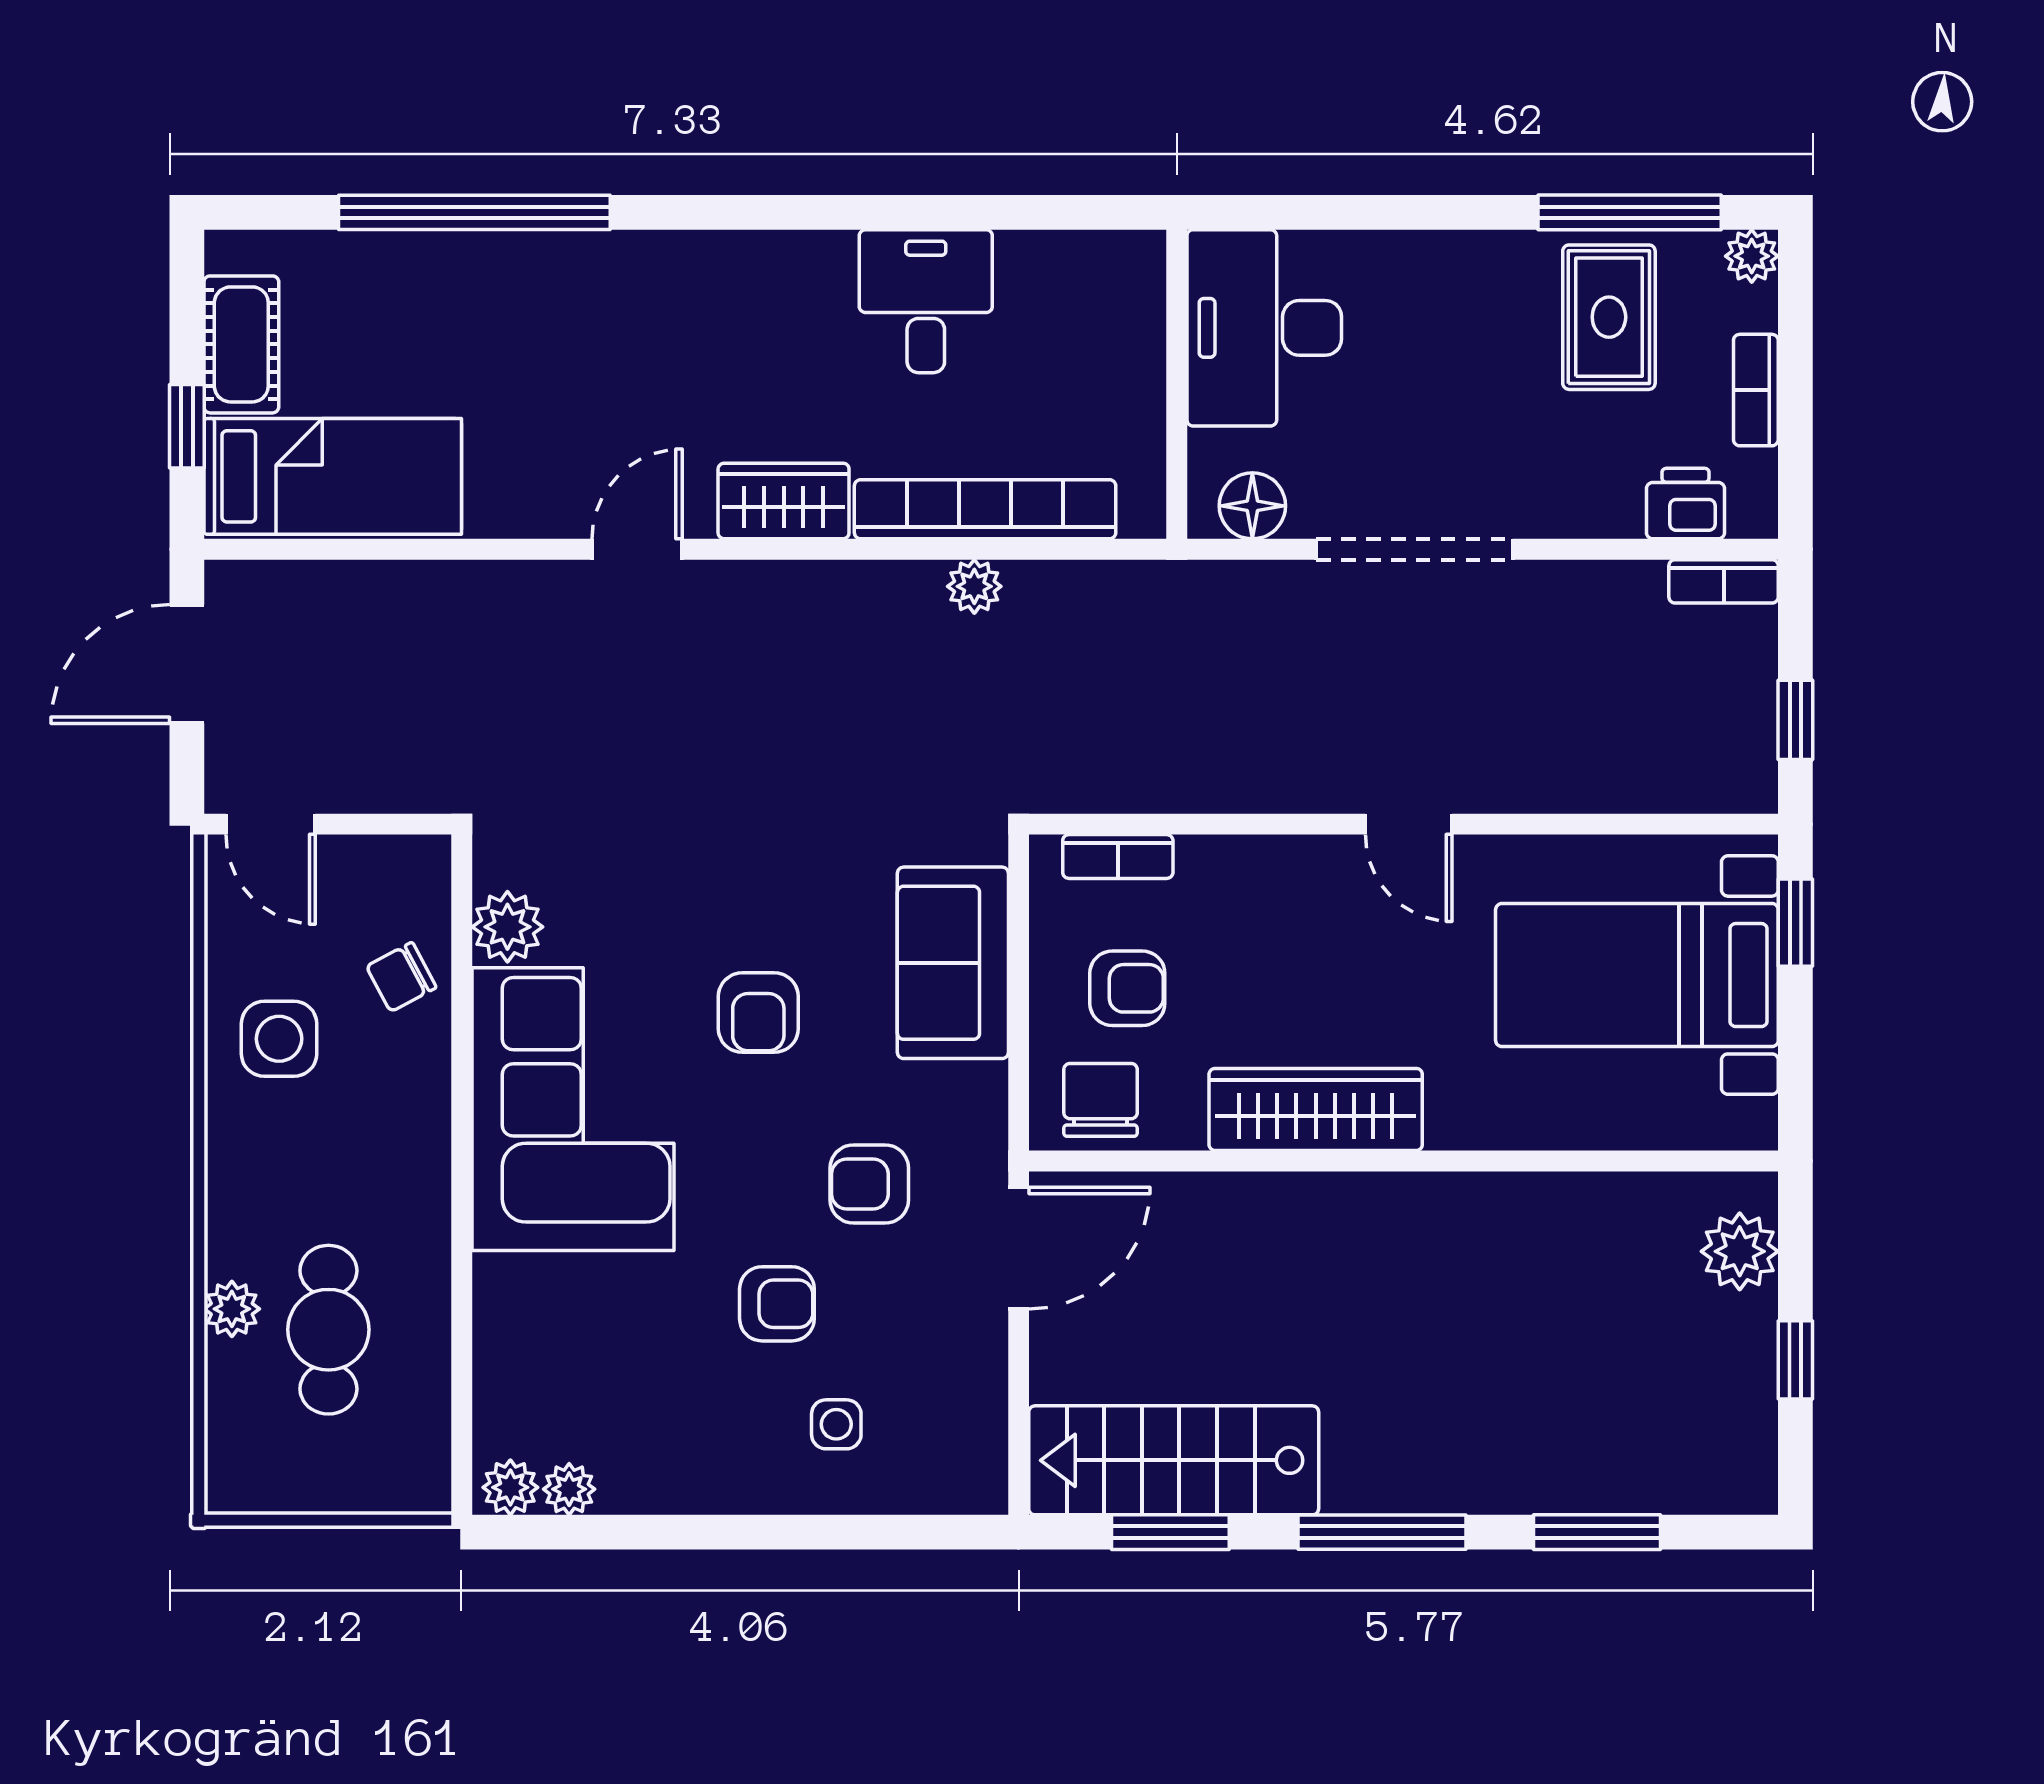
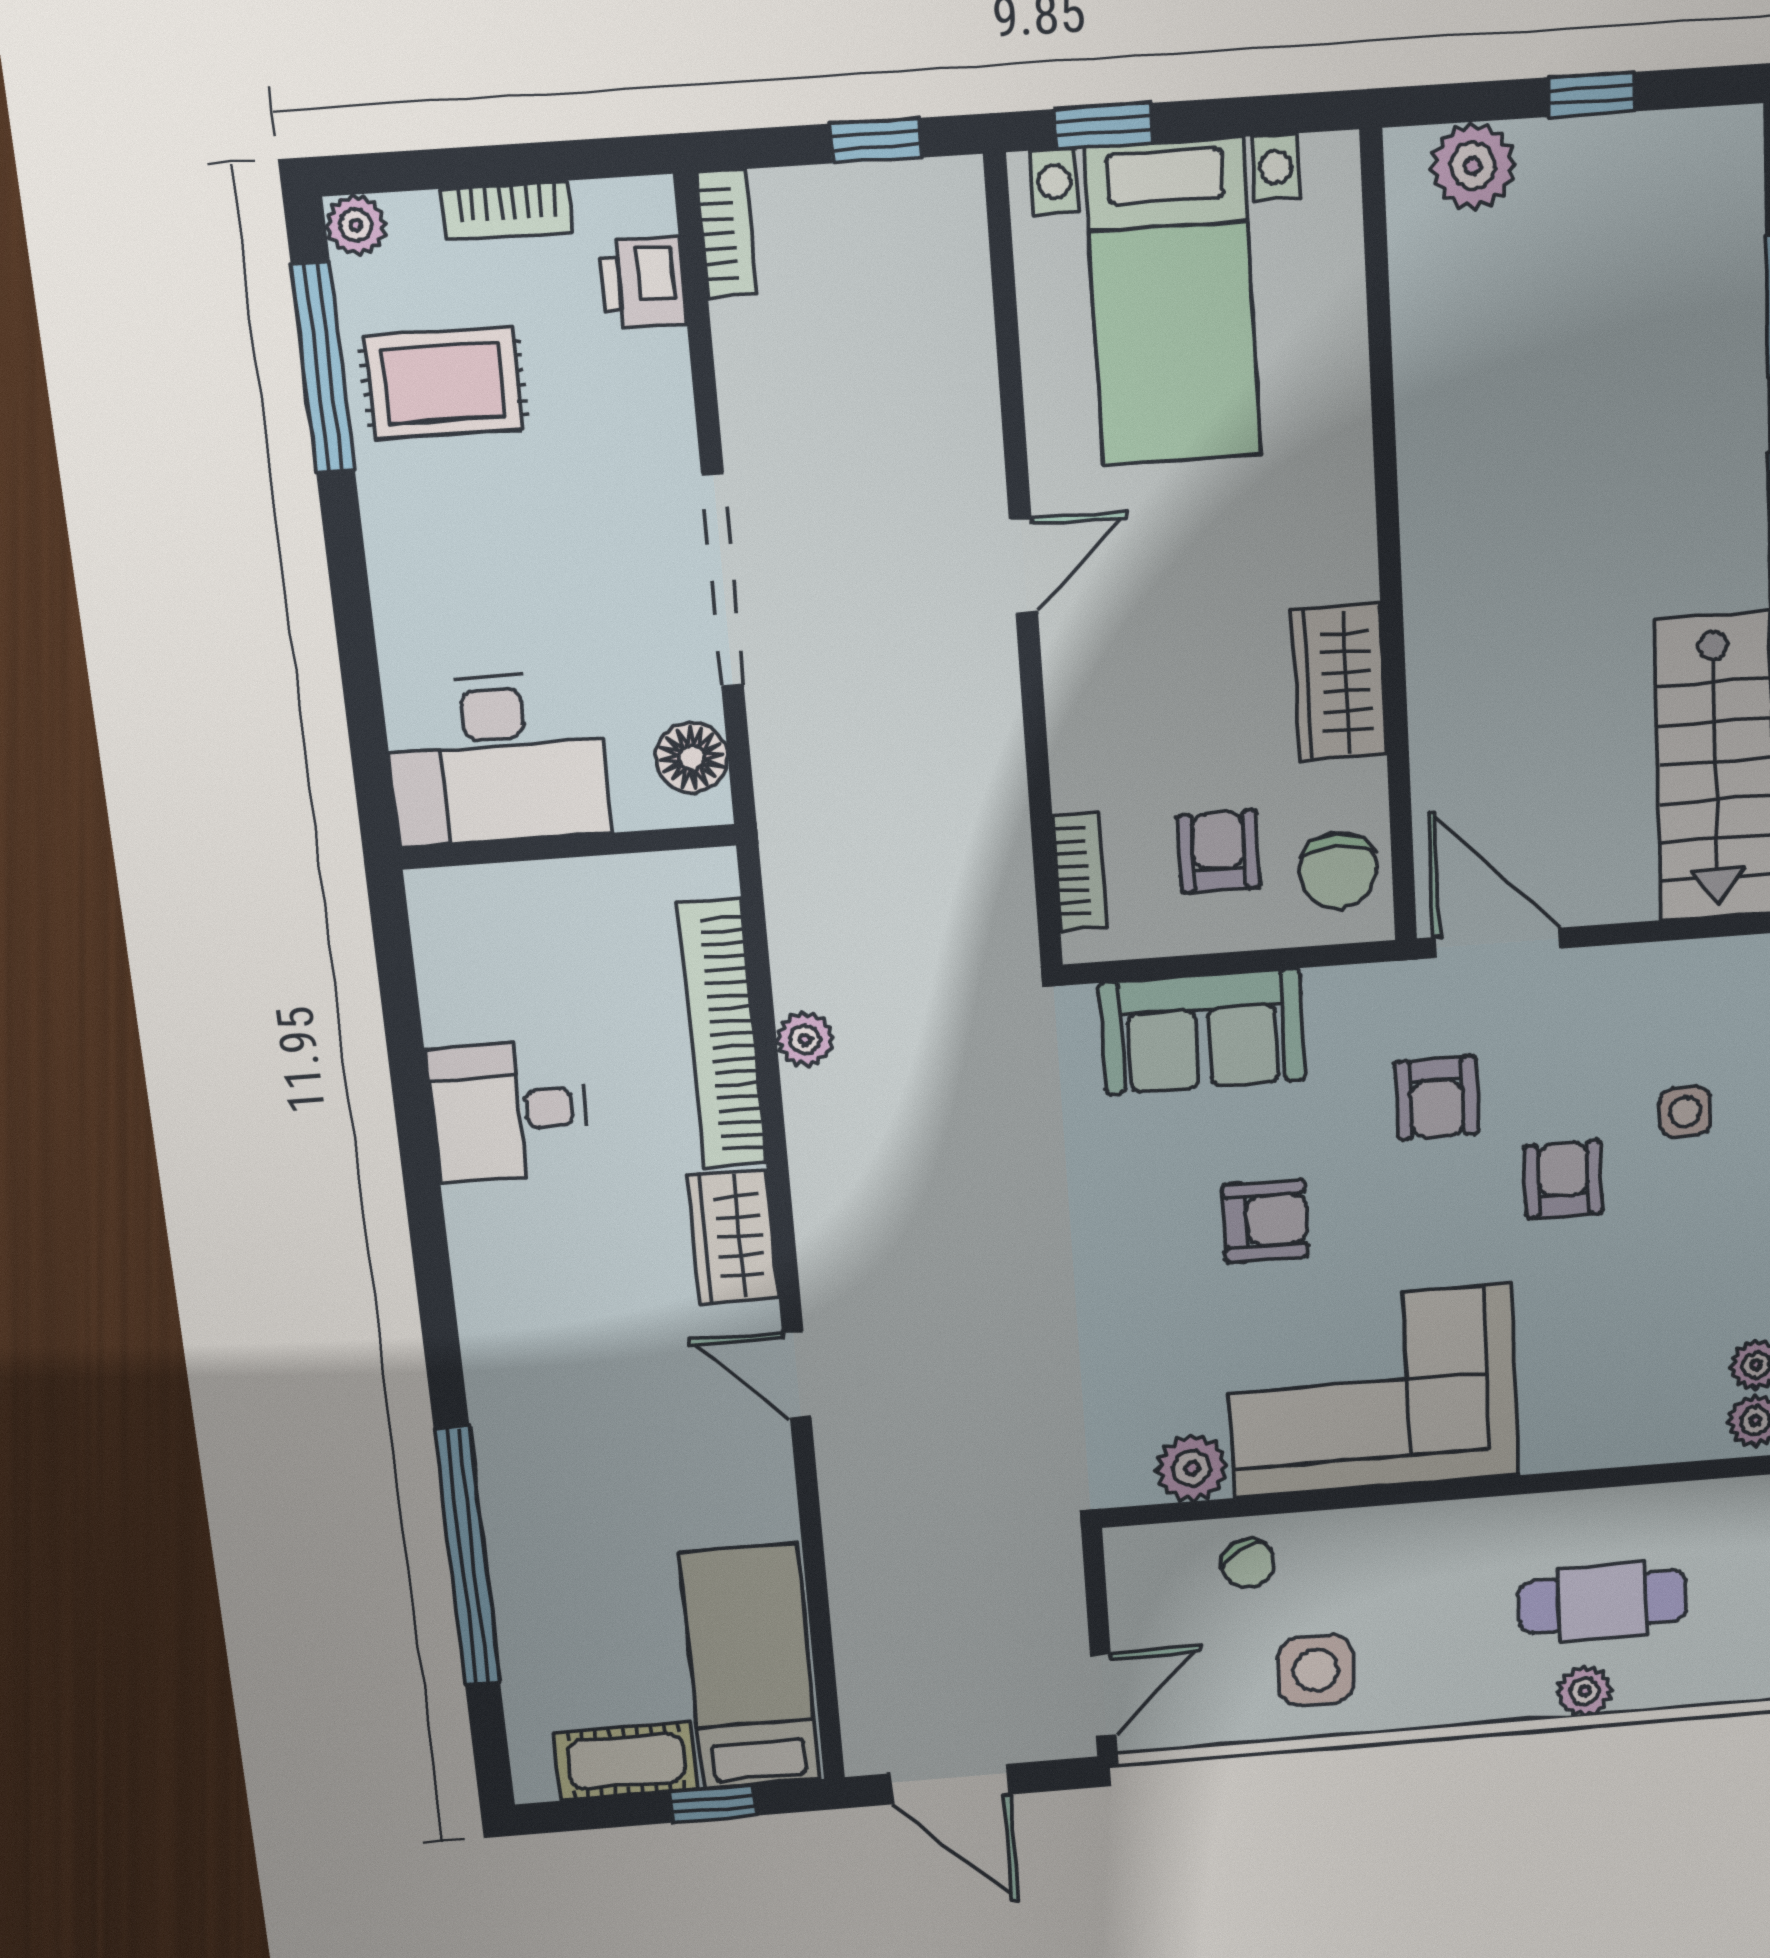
chair: (1101, 1100) -> (1338, 870), turned -90
wardrobe: (1316, 1109) -> (1340, 682), width x0.67

